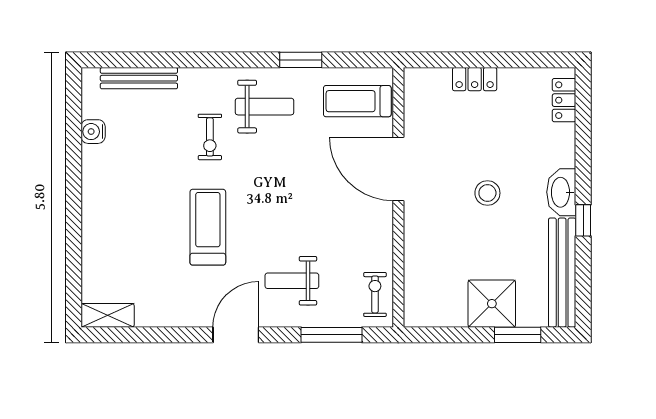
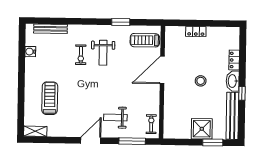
locker: (564, 100) -> (234, 60), moved
weight bench: (265, 107) -> (103, 53), moved, turned 90
door: (398, 169) -> (162, 70), hinge flipped
treadmill: (208, 227) -> (50, 98), moved

